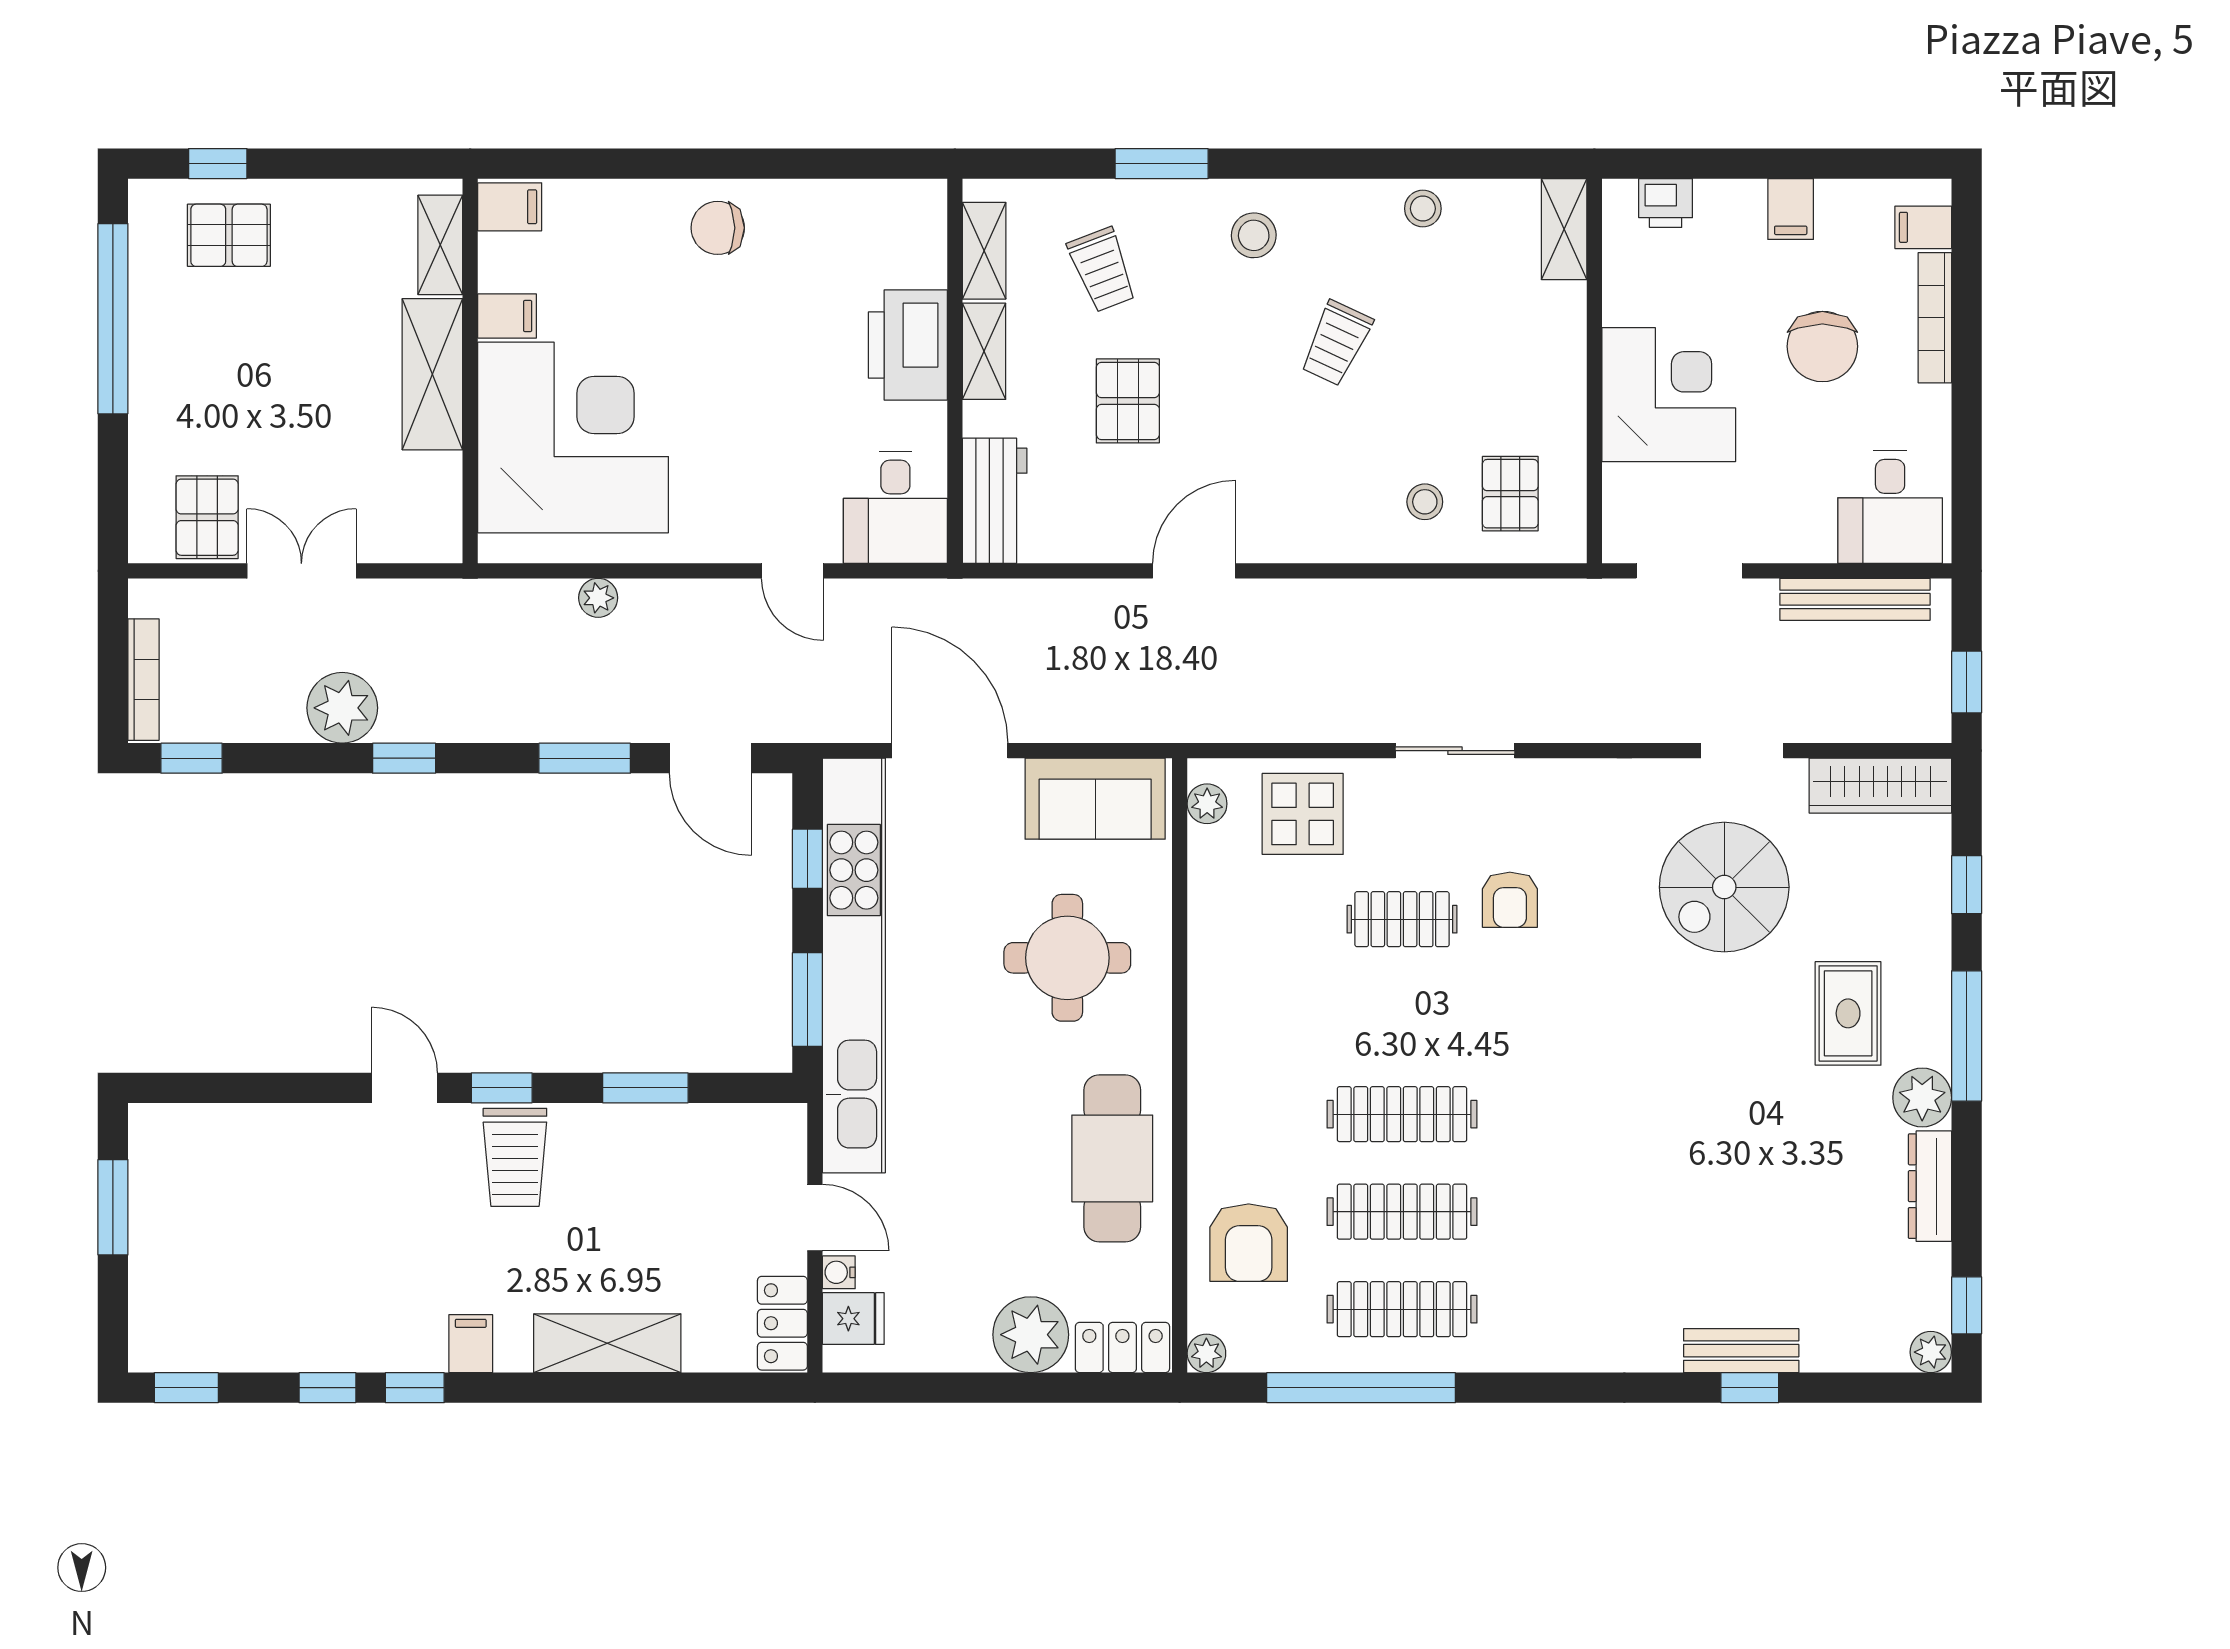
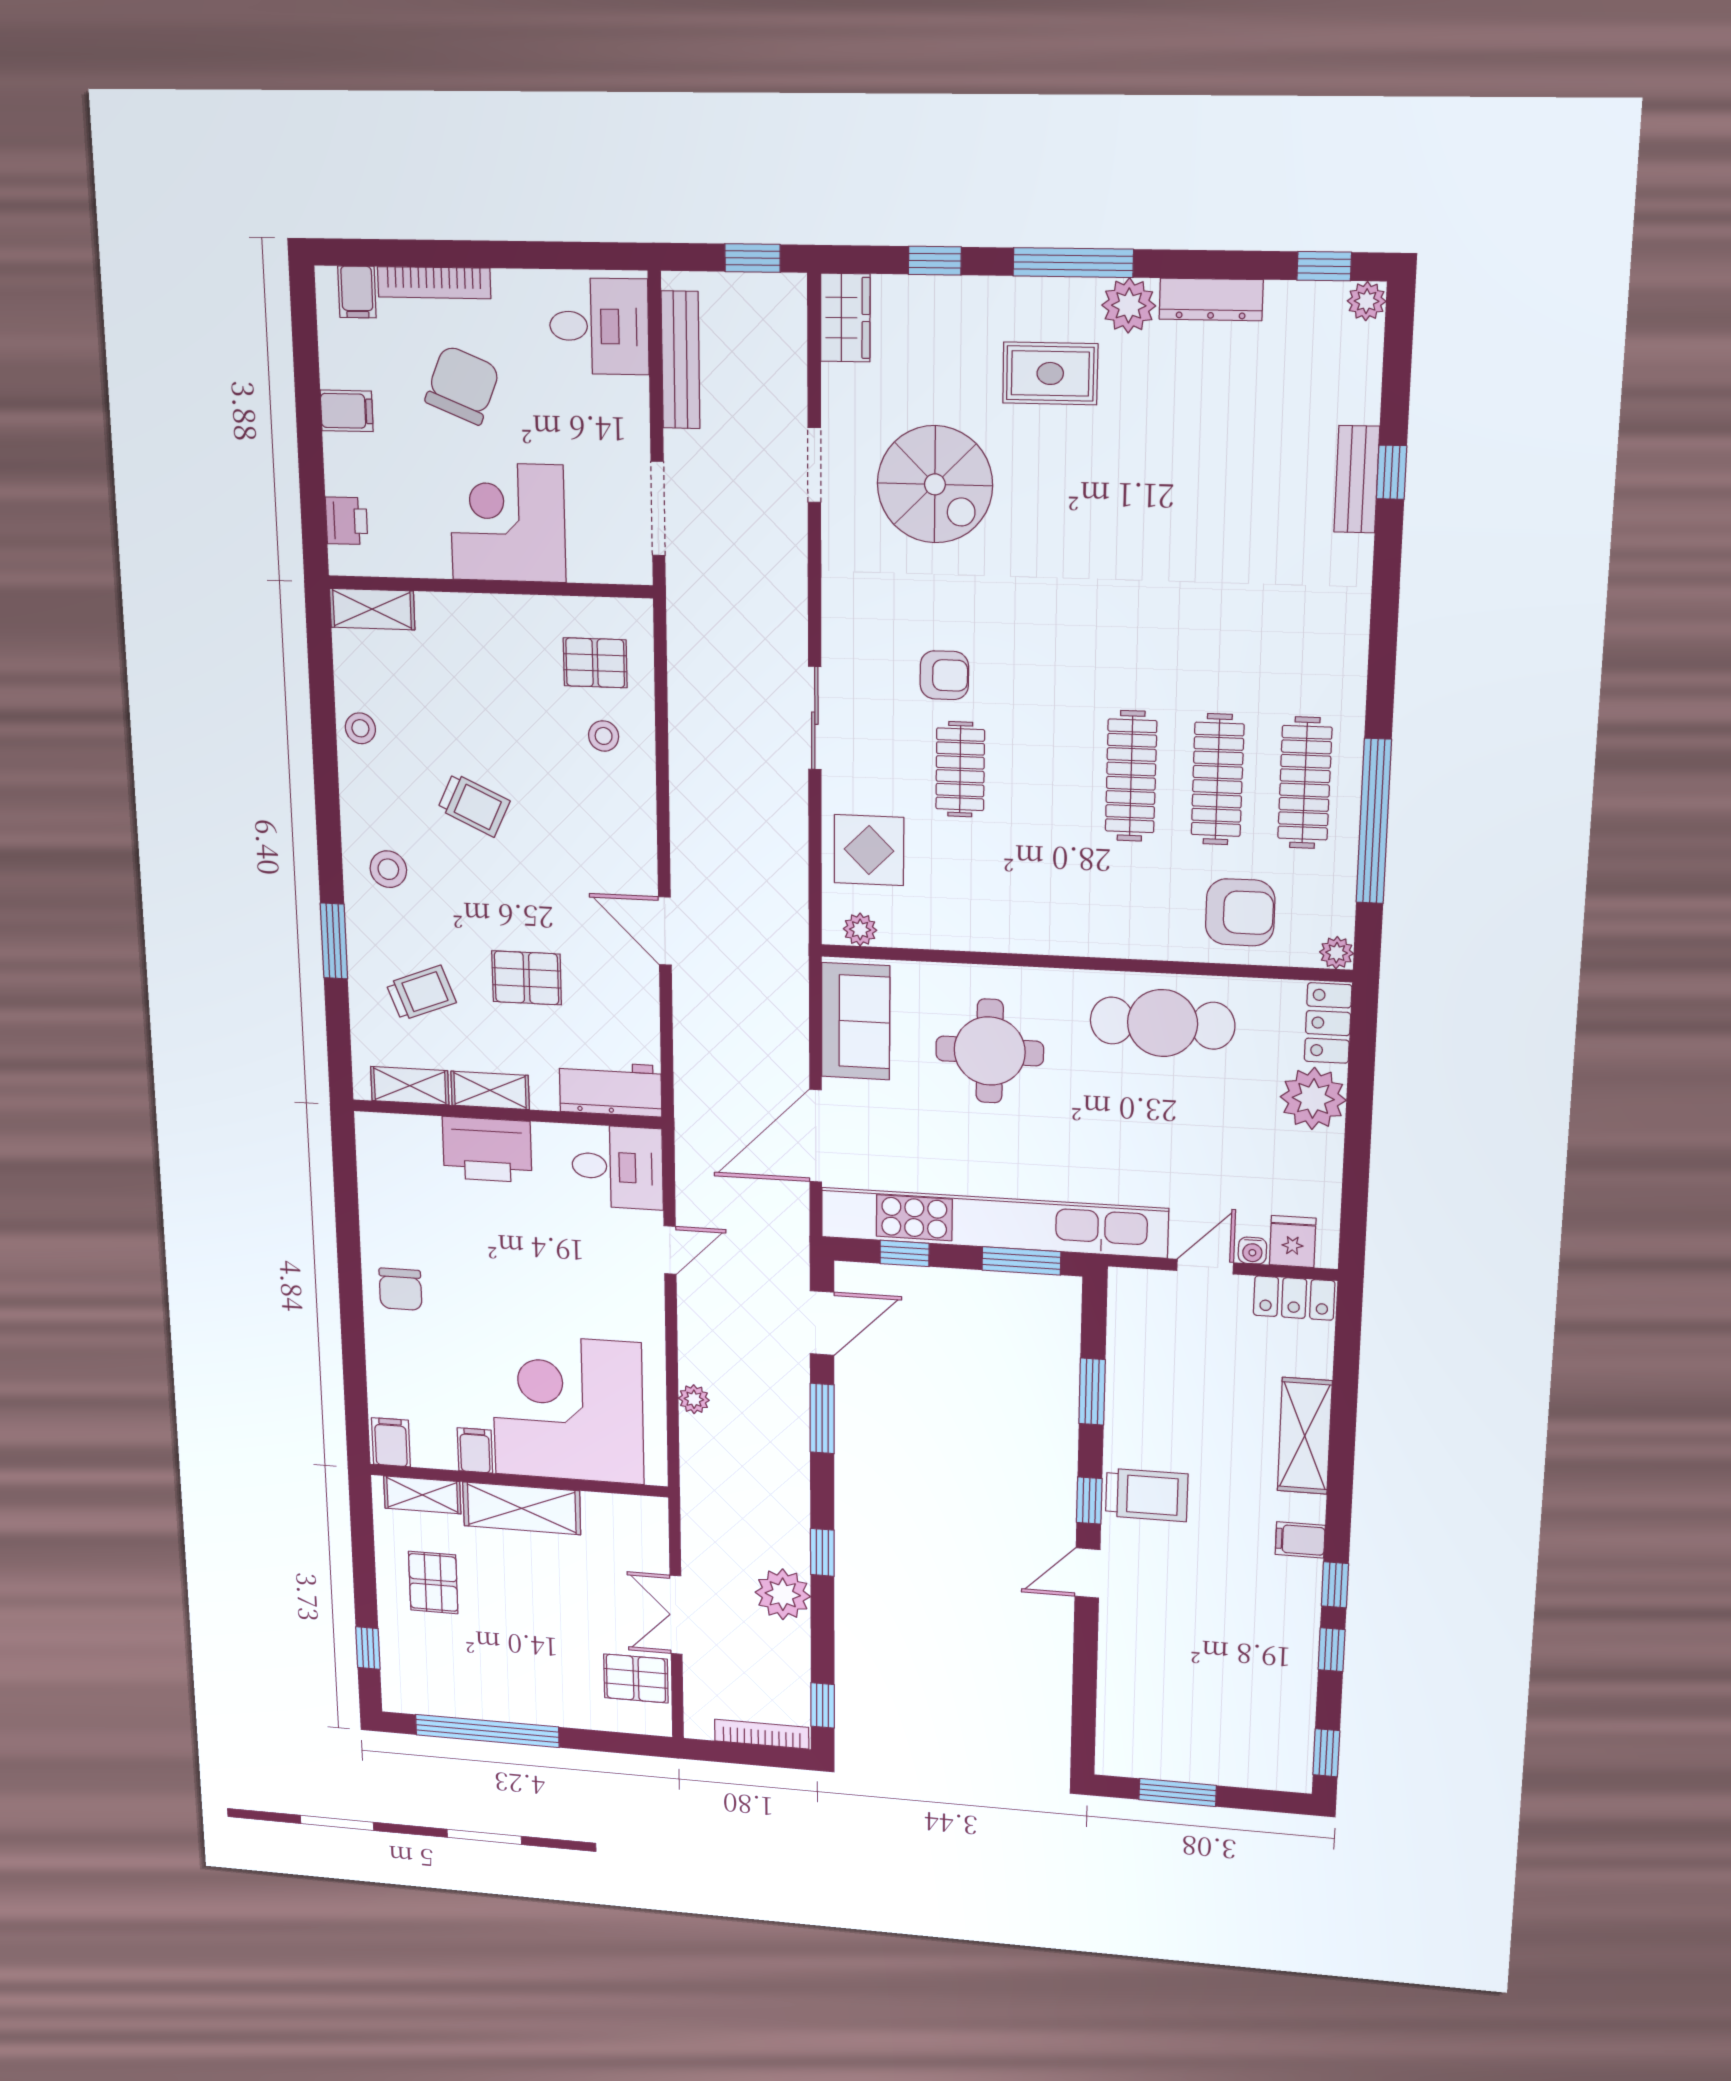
pallet: (229, 235) -> (433, 1582), moved
chair: (1822, 346) -> (462, 385), turned -68
wardrobe: (1880, 786) -> (845, 318), width x0.67

